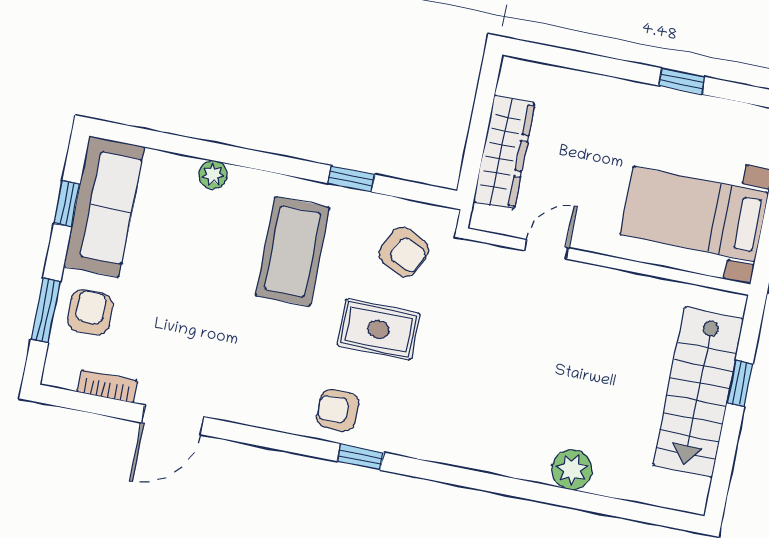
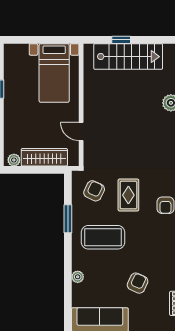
plant: (512, 81) -> (14, 160), added
window: (351, 179) -> (68, 219), width x1.50
armchair: (90, 312) -> (138, 283), moved, turned 115

